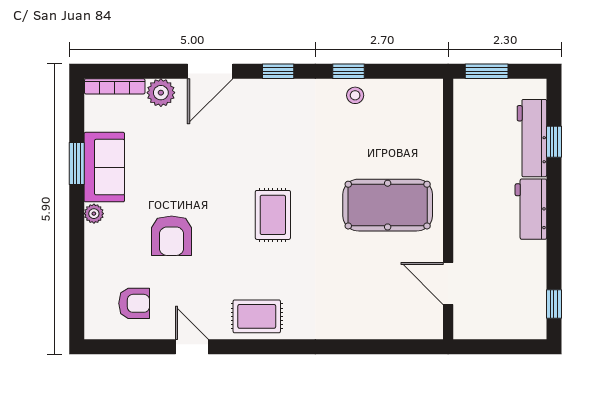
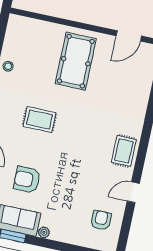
rug: (273, 215) -> (39, 120), moved
armchair: (172, 236) -> (27, 180), moved, turned 180

